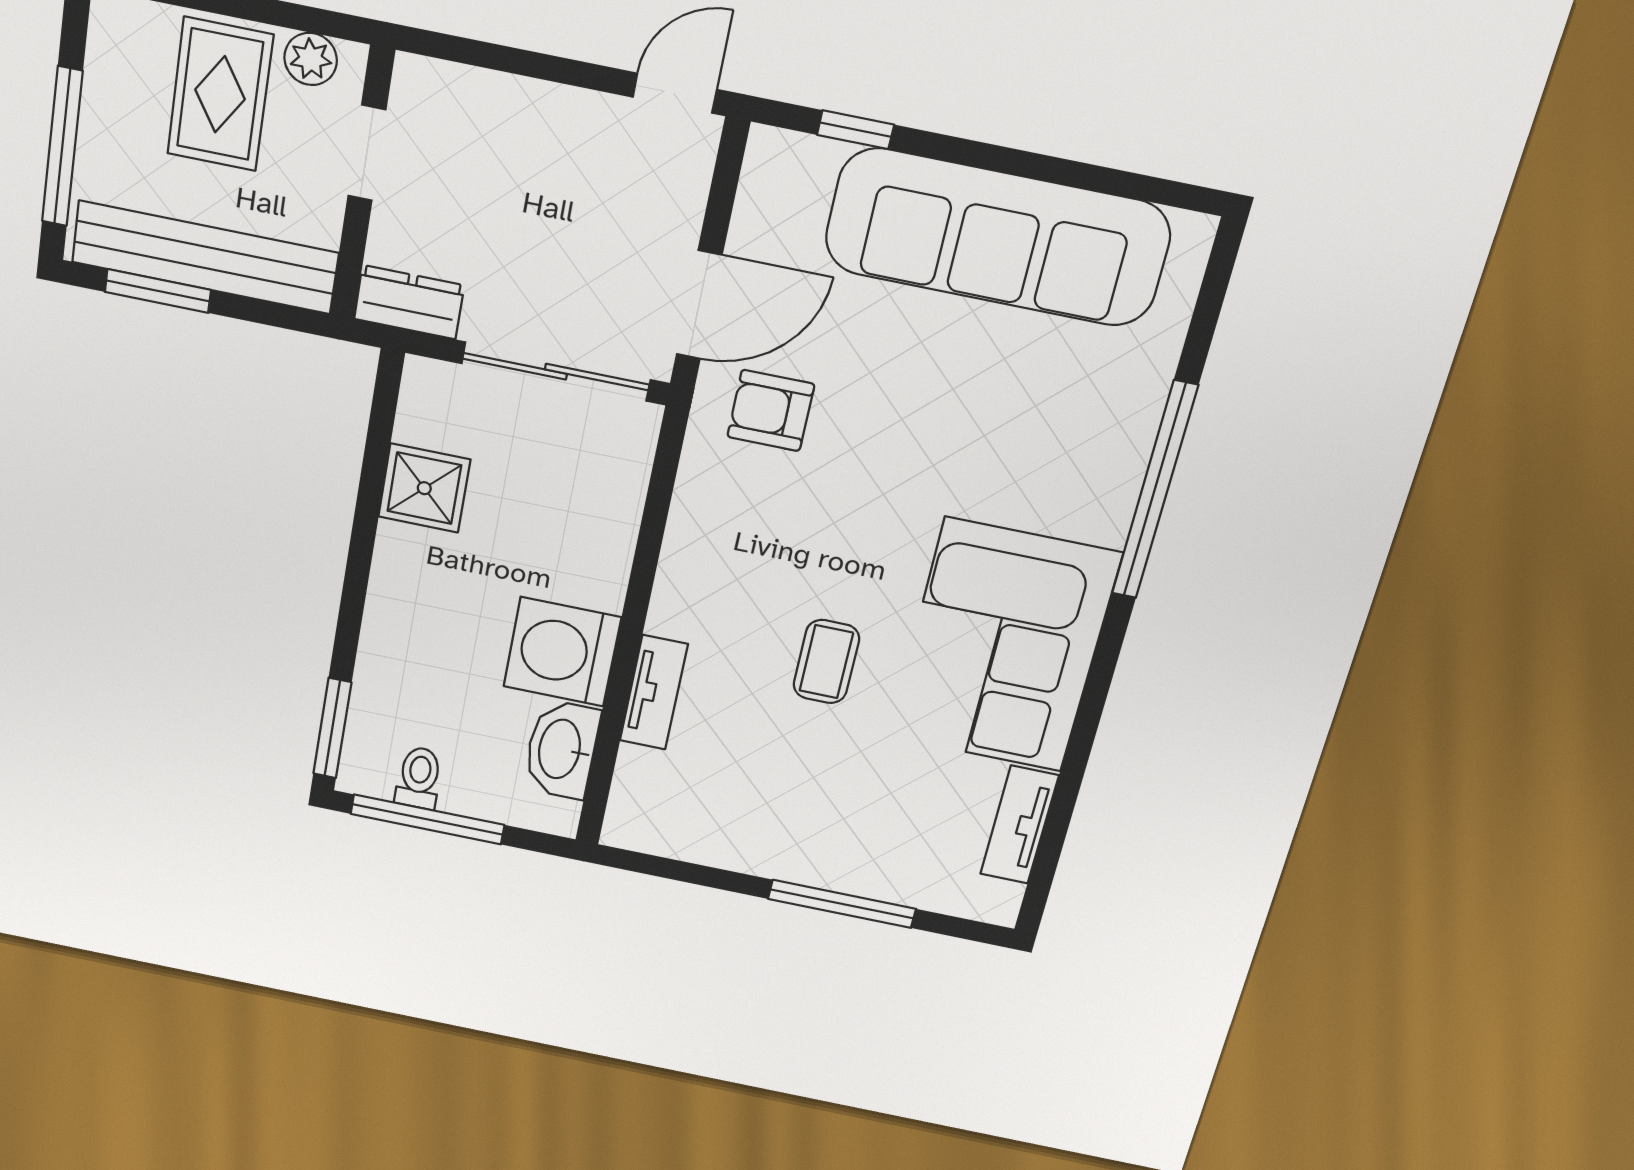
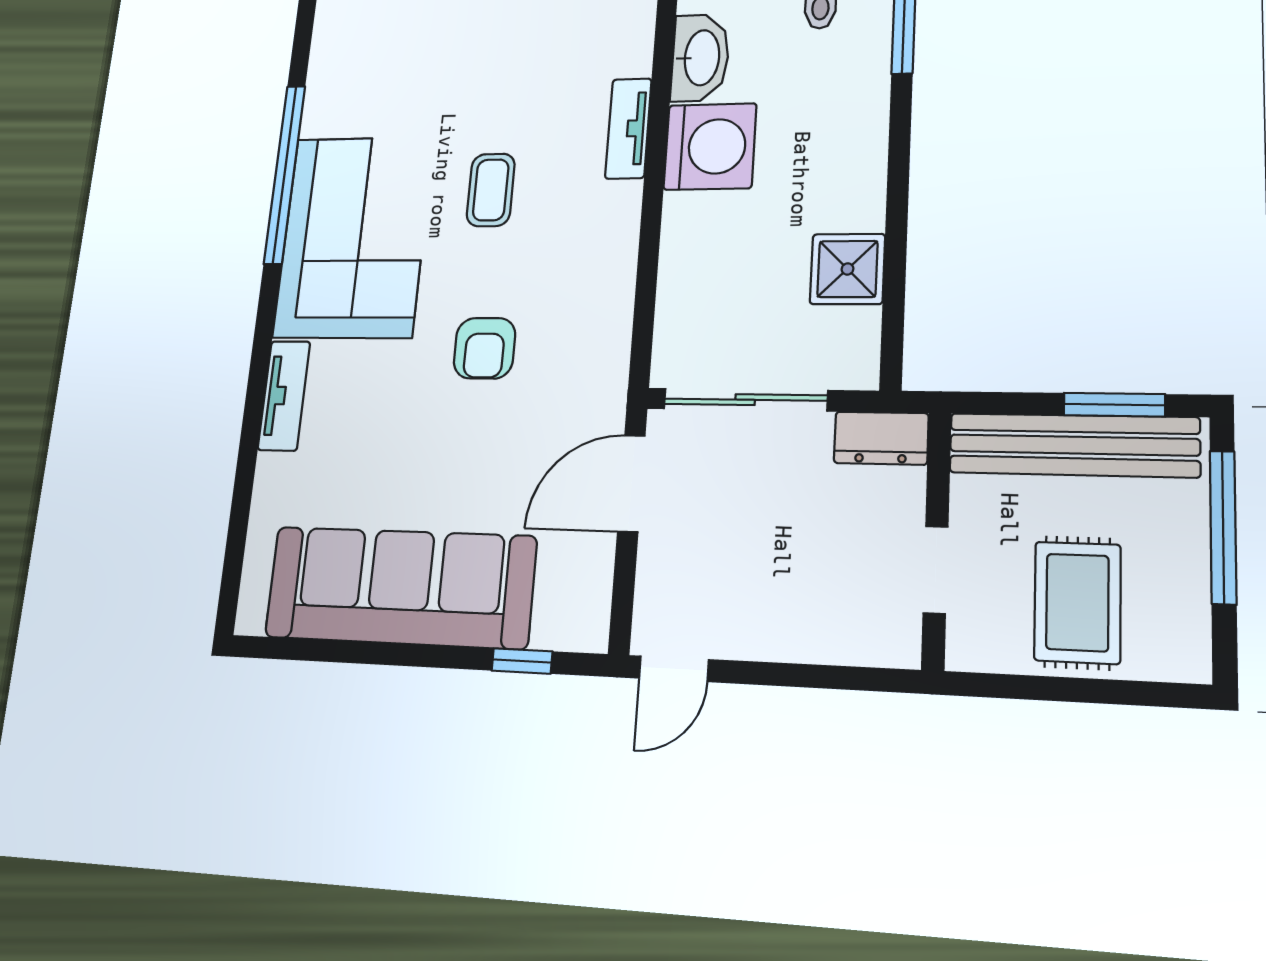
plant: (311, 59) -> (997, 649), removed
armchair: (771, 411) -> (485, 348), moved, turned 90
window: (1155, 491) -> (285, 174), moved
tv unit: (1019, 825) -> (284, 396), moved

